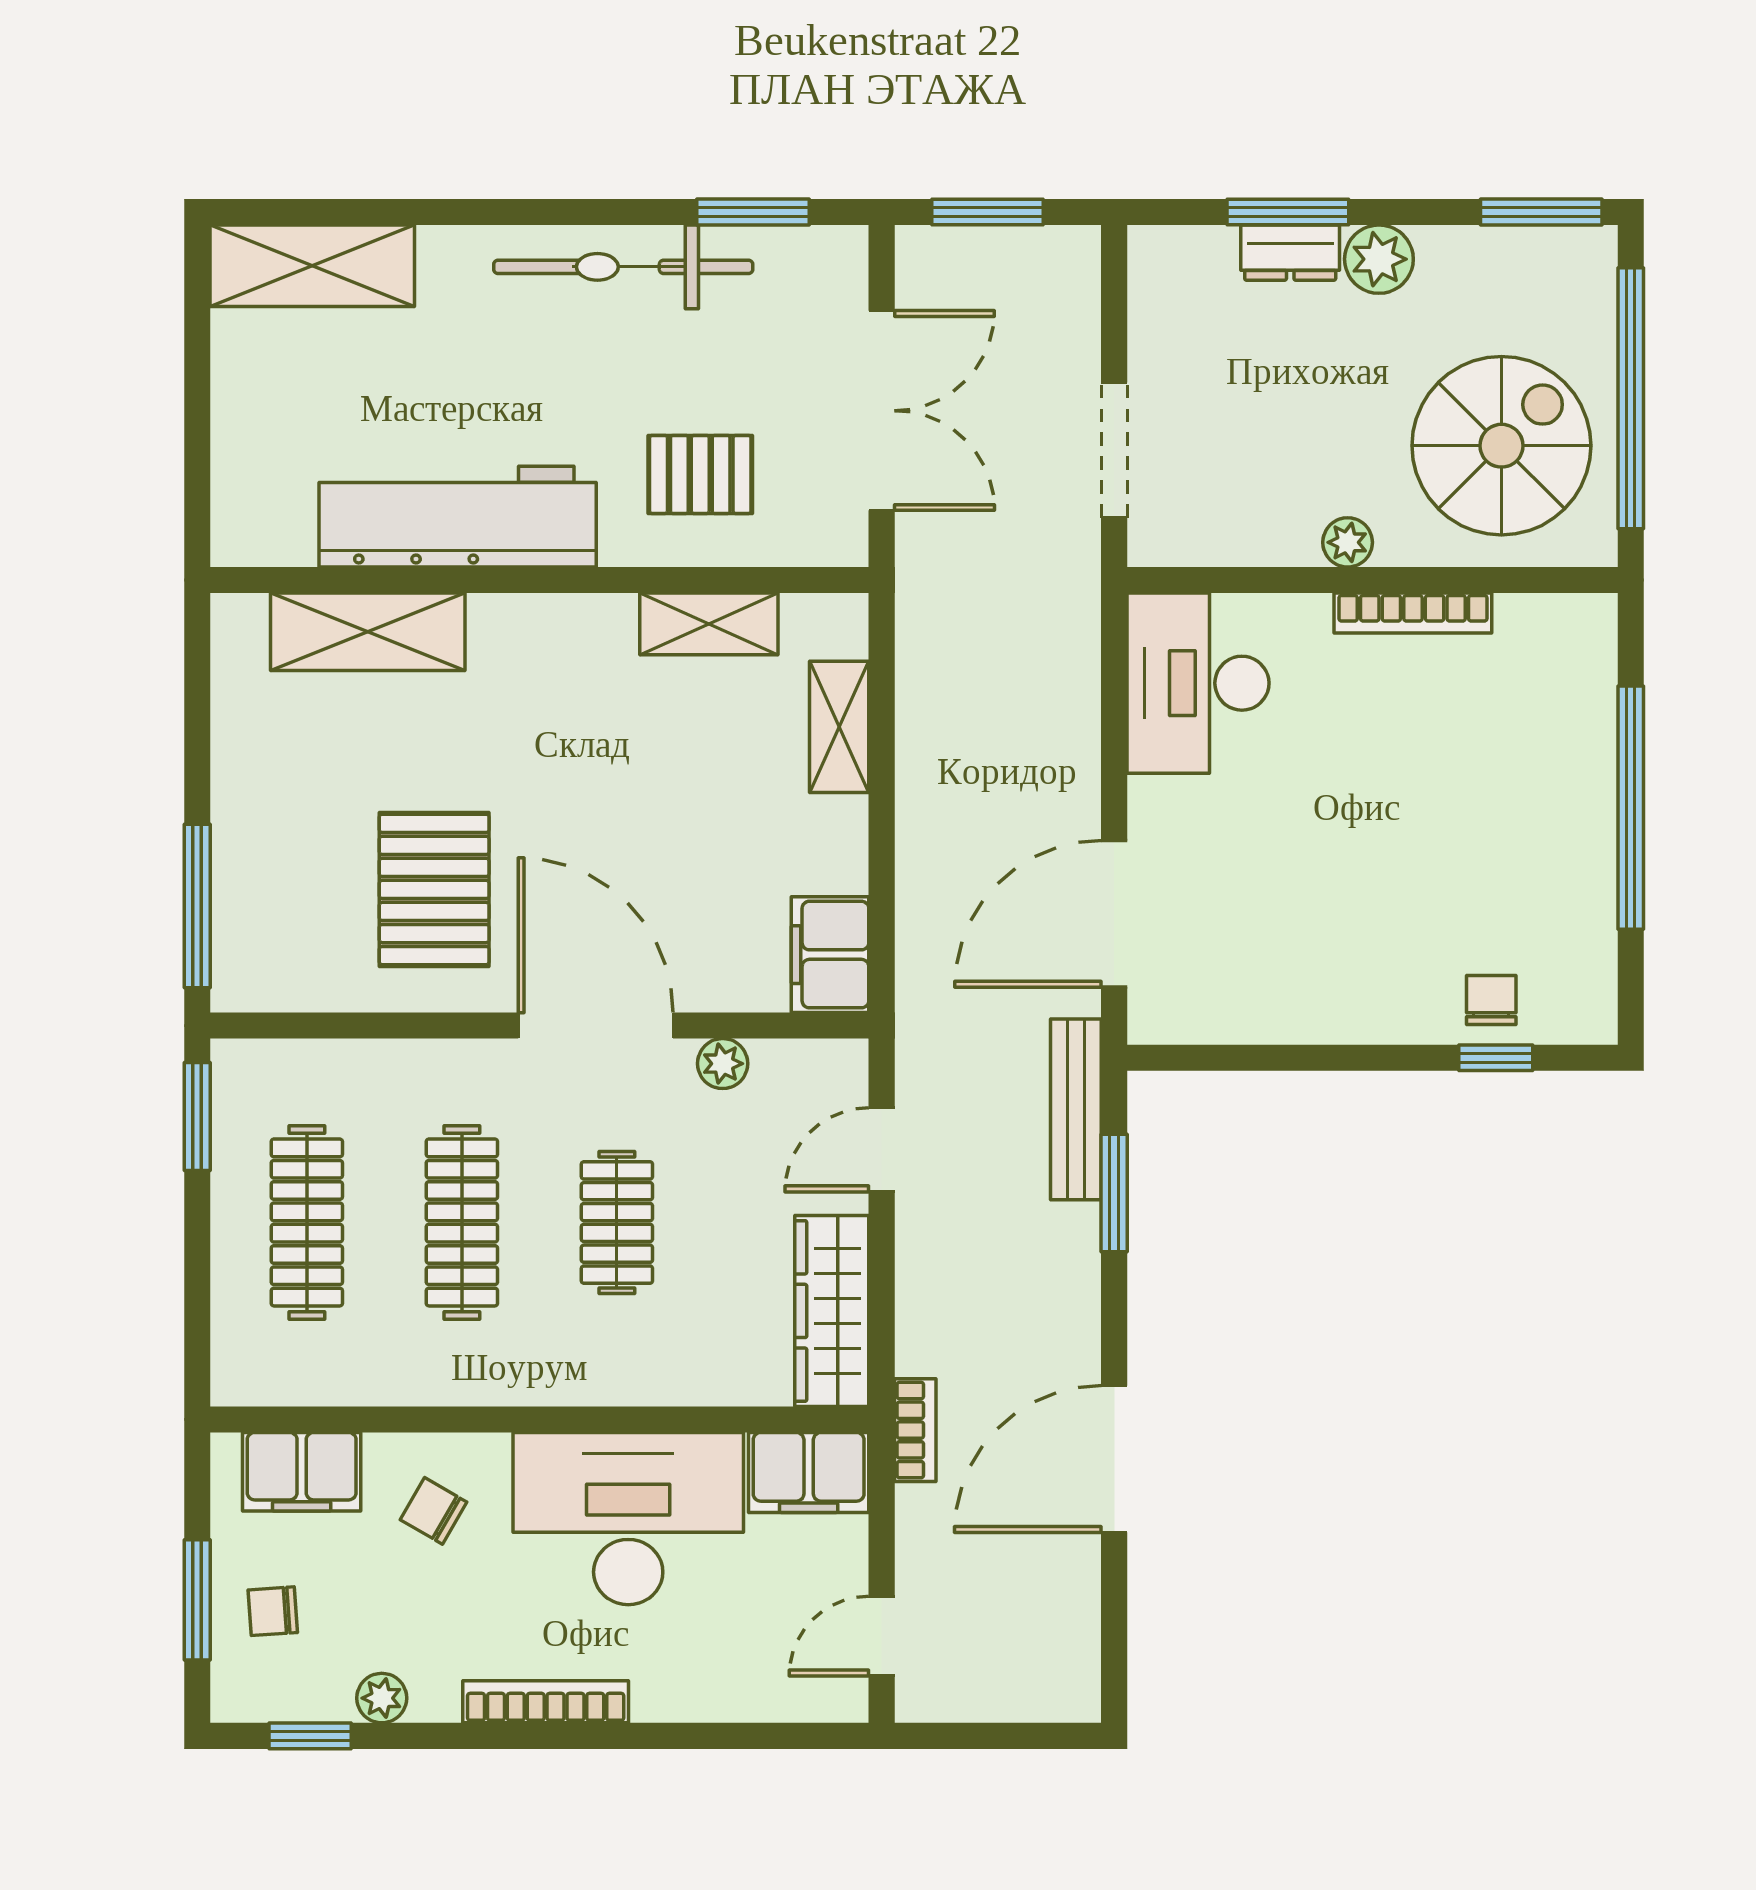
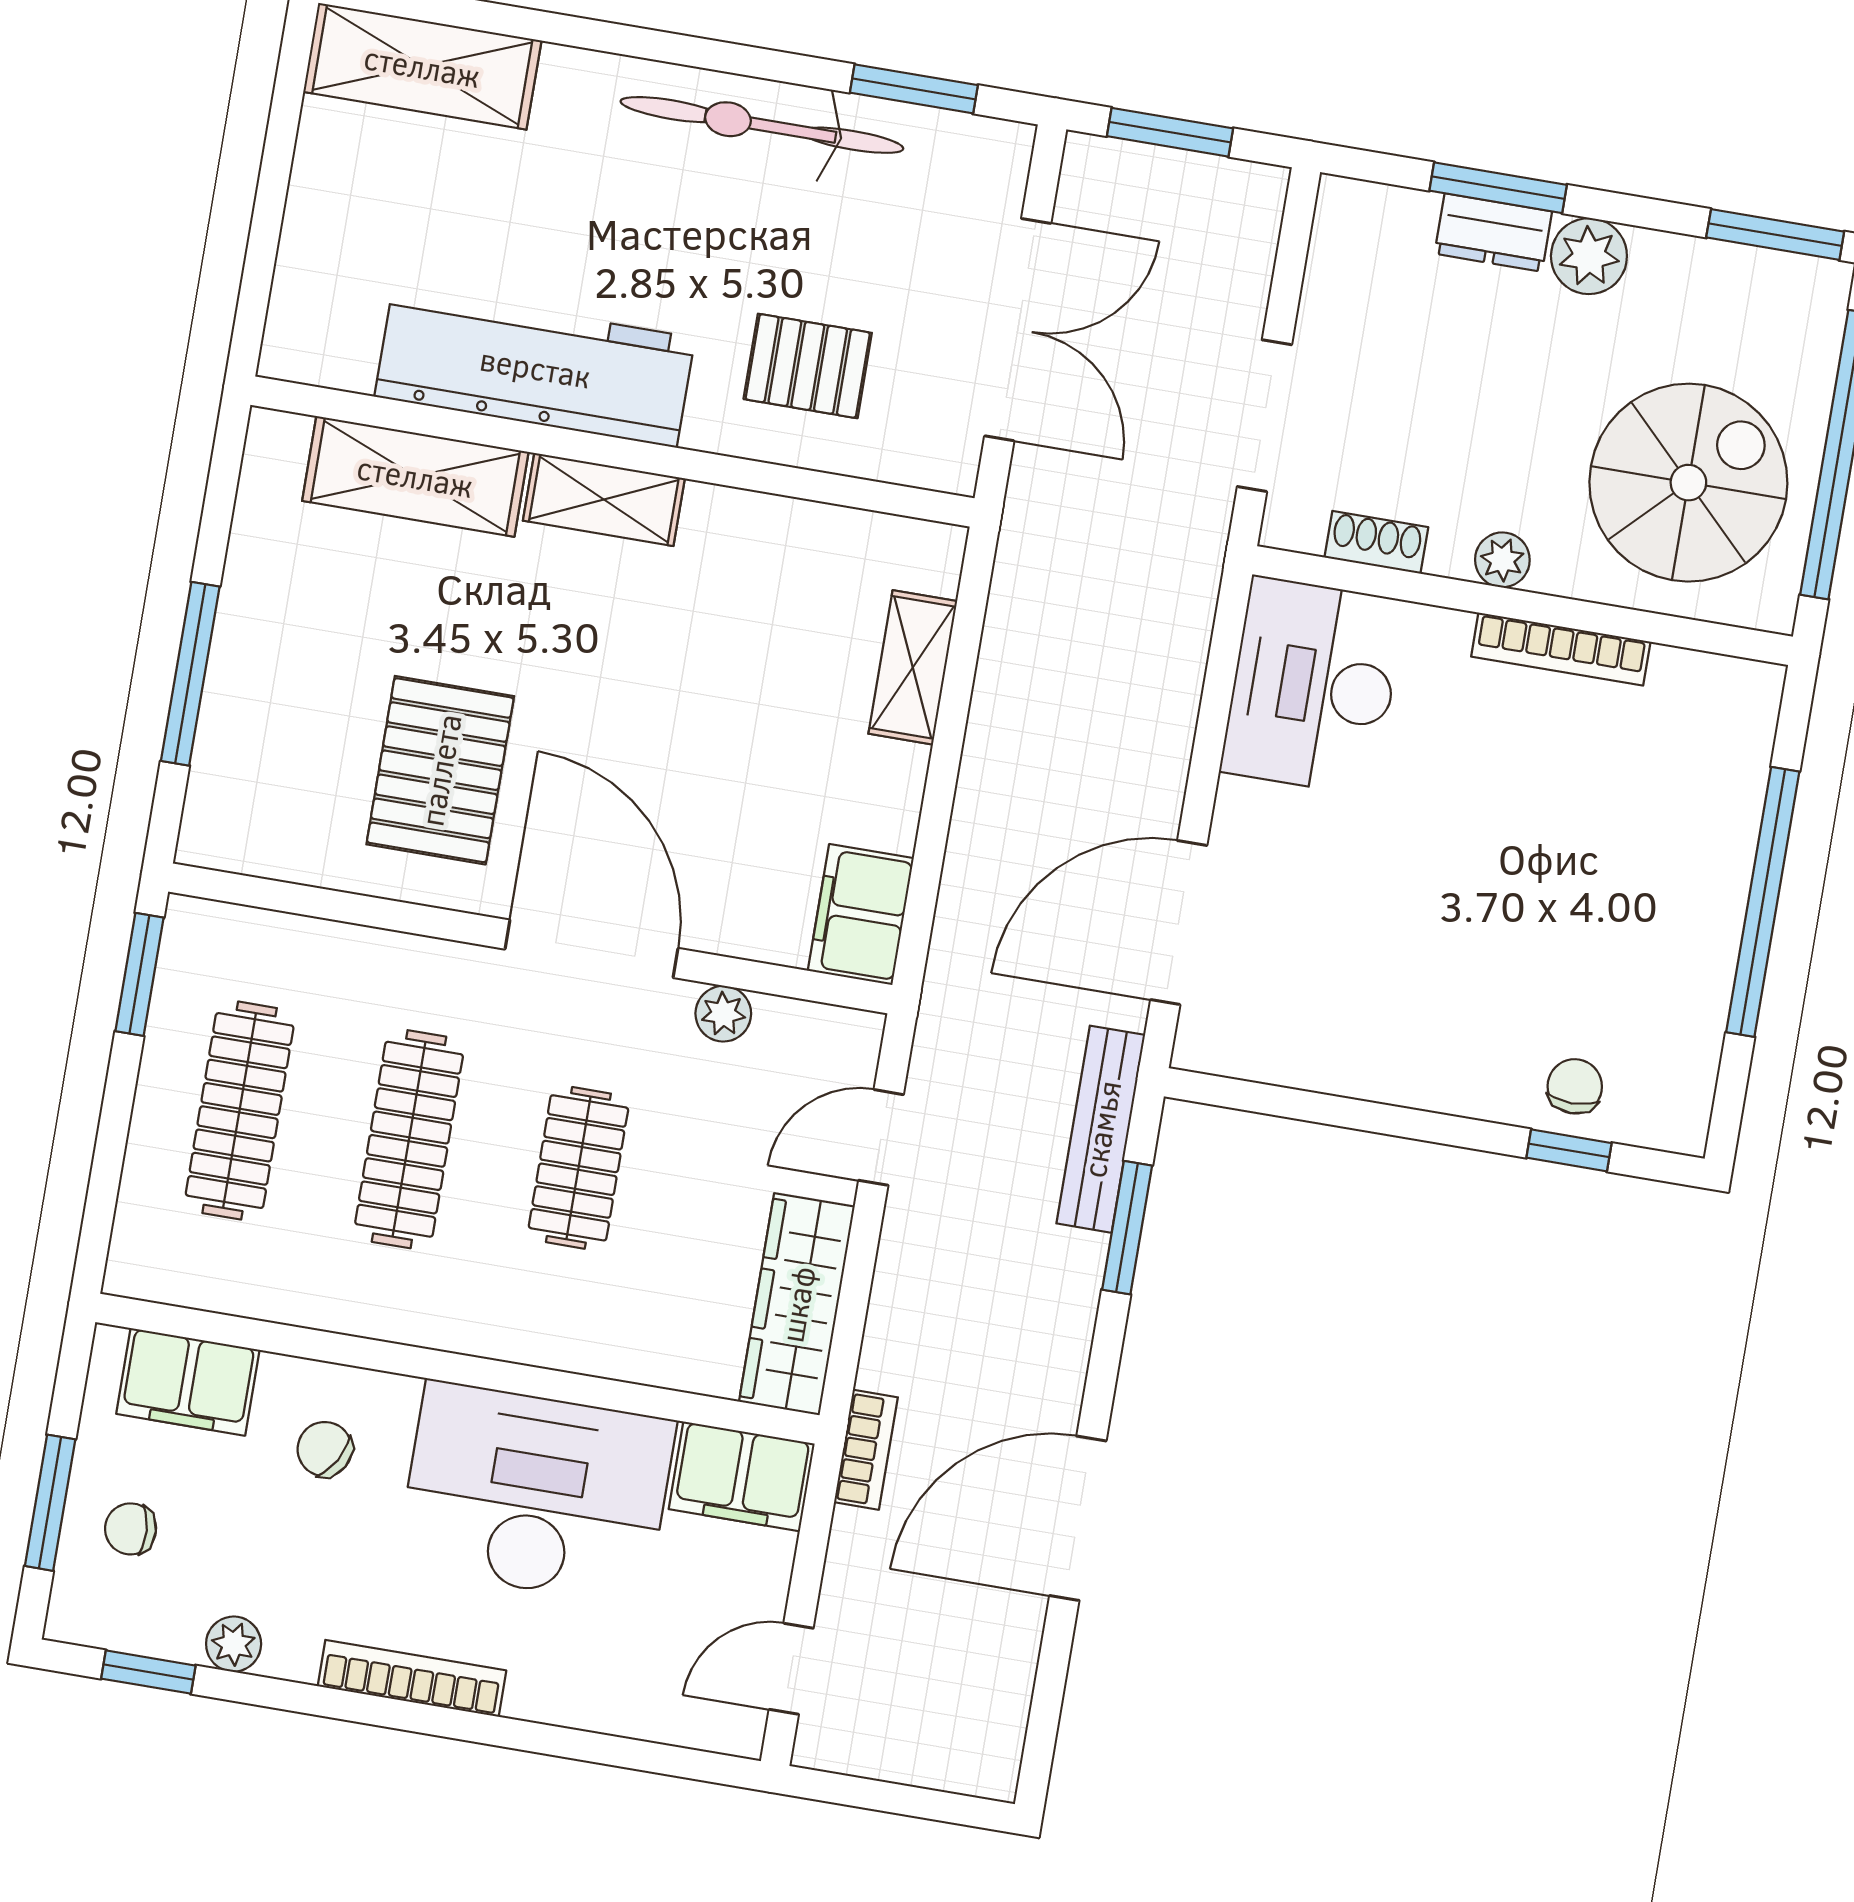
shoe rack: (1233, 546) -> (1376, 542), added
shelving: (709, 624) -> (604, 499), moved
window: (197, 906) -> (190, 674), moved

